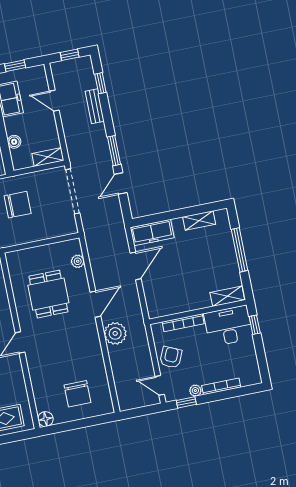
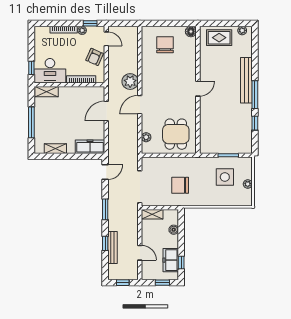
window: (100, 83) -> (105, 243), moved
bench: (95, 106) -> (112, 248), width x1.36
door: (121, 183) -> (105, 172), moved
door: (136, 266) -> (106, 111), moved
dining table: (48, 294) -> (176, 134), moved

